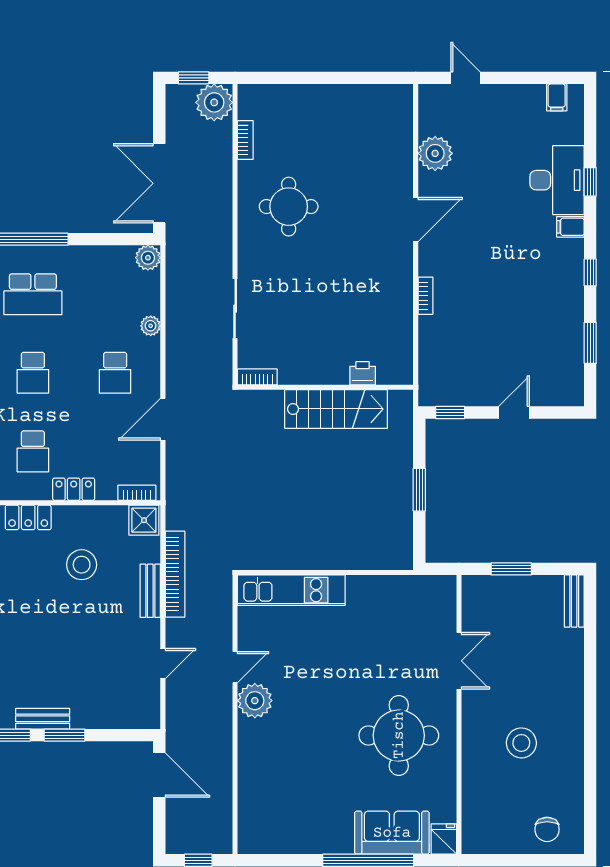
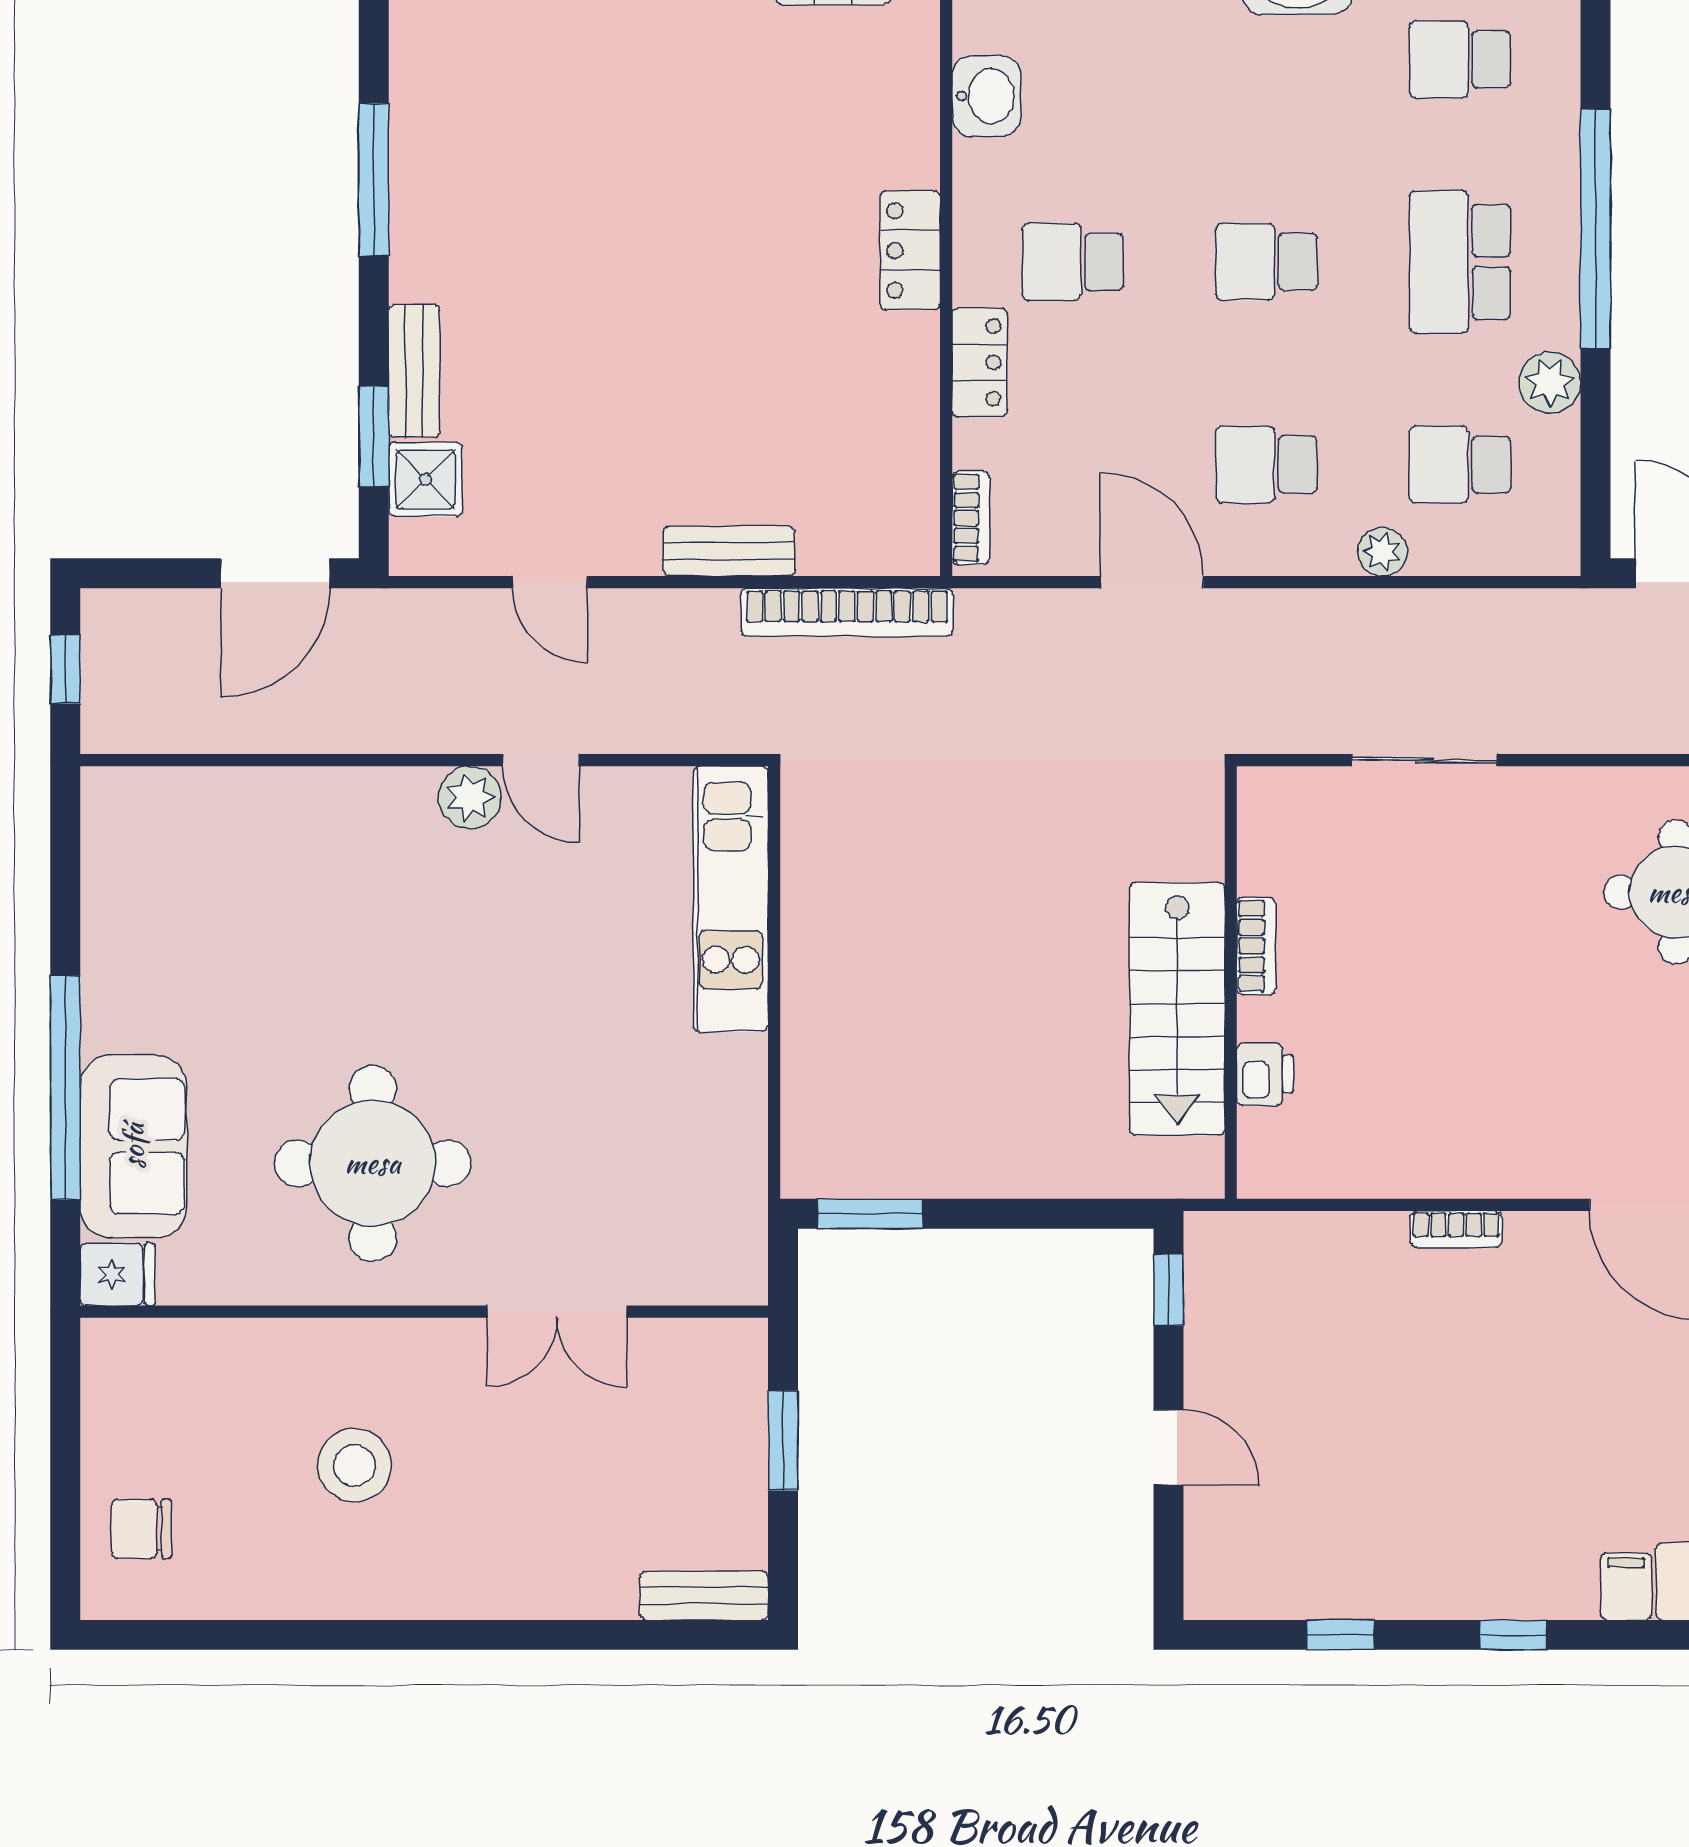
plant: (148, 258) -> (1550, 382), moved
school desk: (115, 294) -> (1460, 464), added
window: (590, 343) -> (1340, 1635), width x0.67
bookcase: (257, 377) -> (1256, 946), moved
window: (419, 490) -> (870, 1214), moved
shower: (144, 520) -> (425, 479), moved
stool: (82, 565) -> (794, 382), removed
bookcase: (175, 574) -> (847, 612), moved
plant: (255, 701) -> (470, 797), width x0.73, depth x0.73
bench: (43, 719) -> (414, 371), moved
window: (65, 735) -> (374, 436), moved

